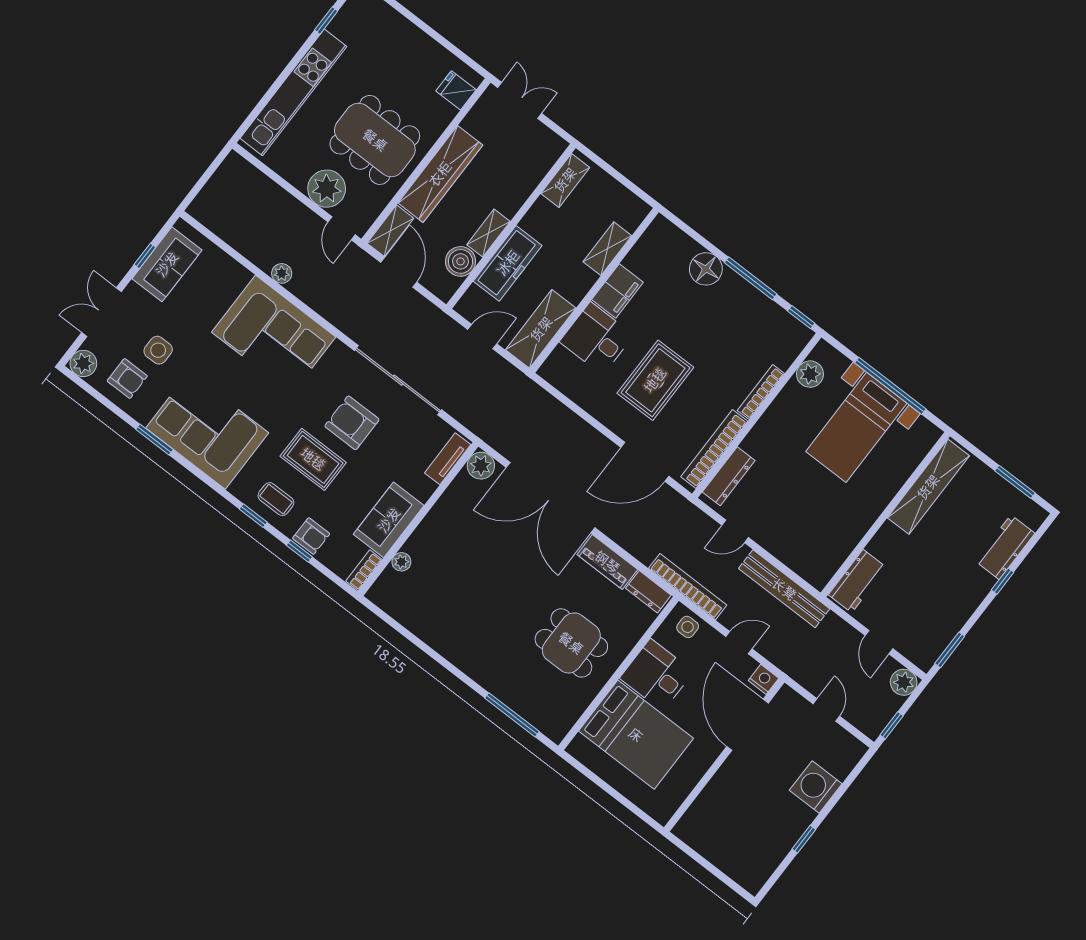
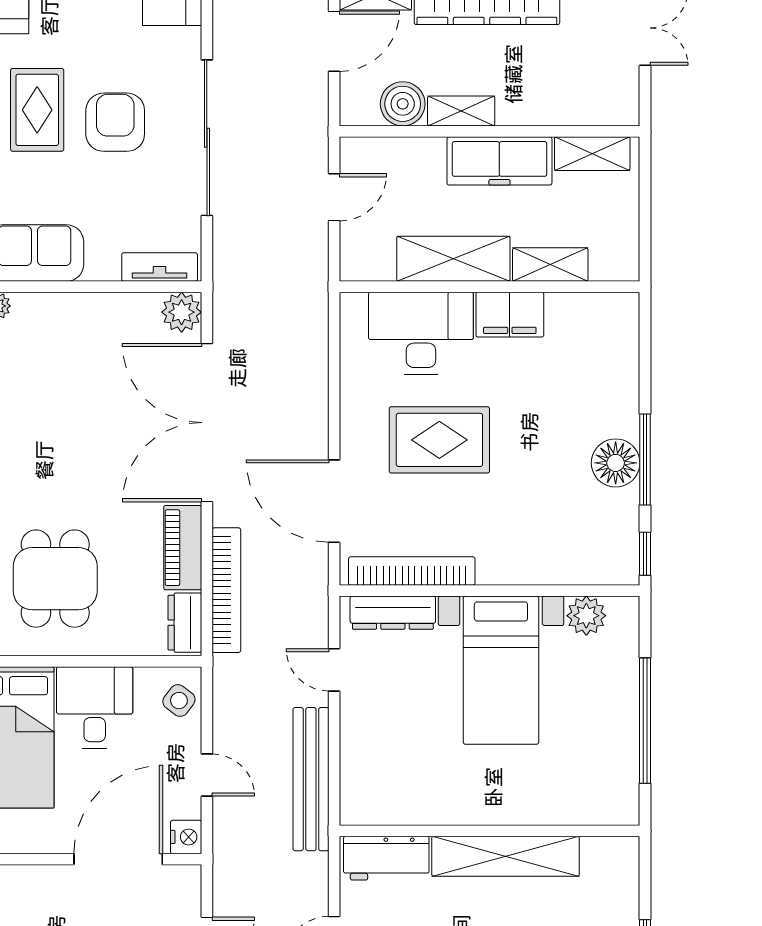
freezer: (508, 263) -> (499, 161), moved
floor lamp: (706, 269) -> (616, 463), moved
shelving: (541, 329) -> (453, 259), moved
door: (482, 337) -> (334, 197), hinge flipped
desk: (597, 339) -> (421, 333), width x1.37
bookcase: (761, 392) -> (521, 574), removed
bed with nightstands: (856, 427) -> (501, 670), moved, turned -90
shelving: (928, 487) -> (506, 856), moved
bookcase: (688, 587) -> (226, 590), moved
side table: (688, 627) -> (179, 701), turned 37

